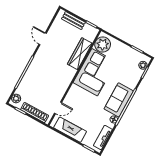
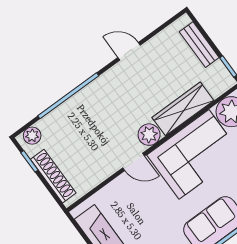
door: (43, 39) -> (129, 51), hinge flipped
plant: (70, 73) -> (149, 135), added
door: (58, 108) -> (134, 162), moved

